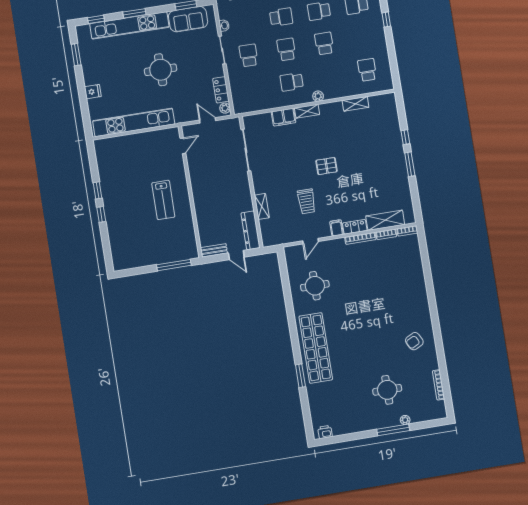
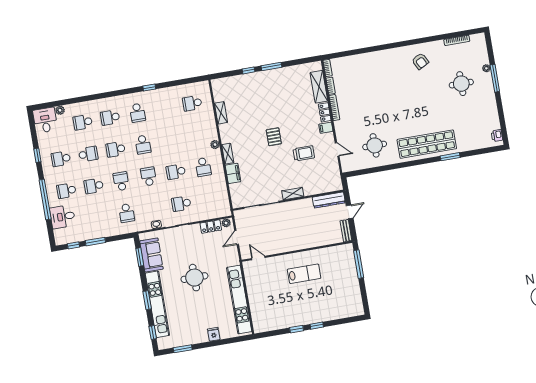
school desk: (324, 43) -> (170, 140), removed
shelving: (262, 206) -> (293, 194), moved

